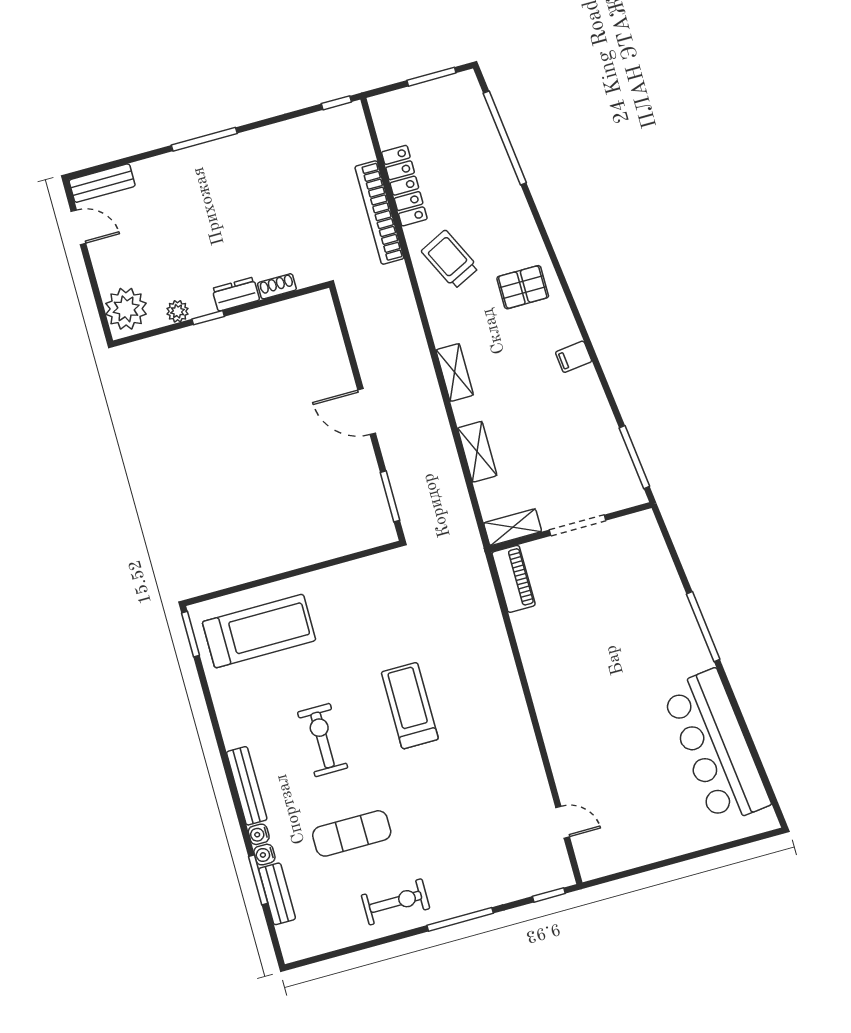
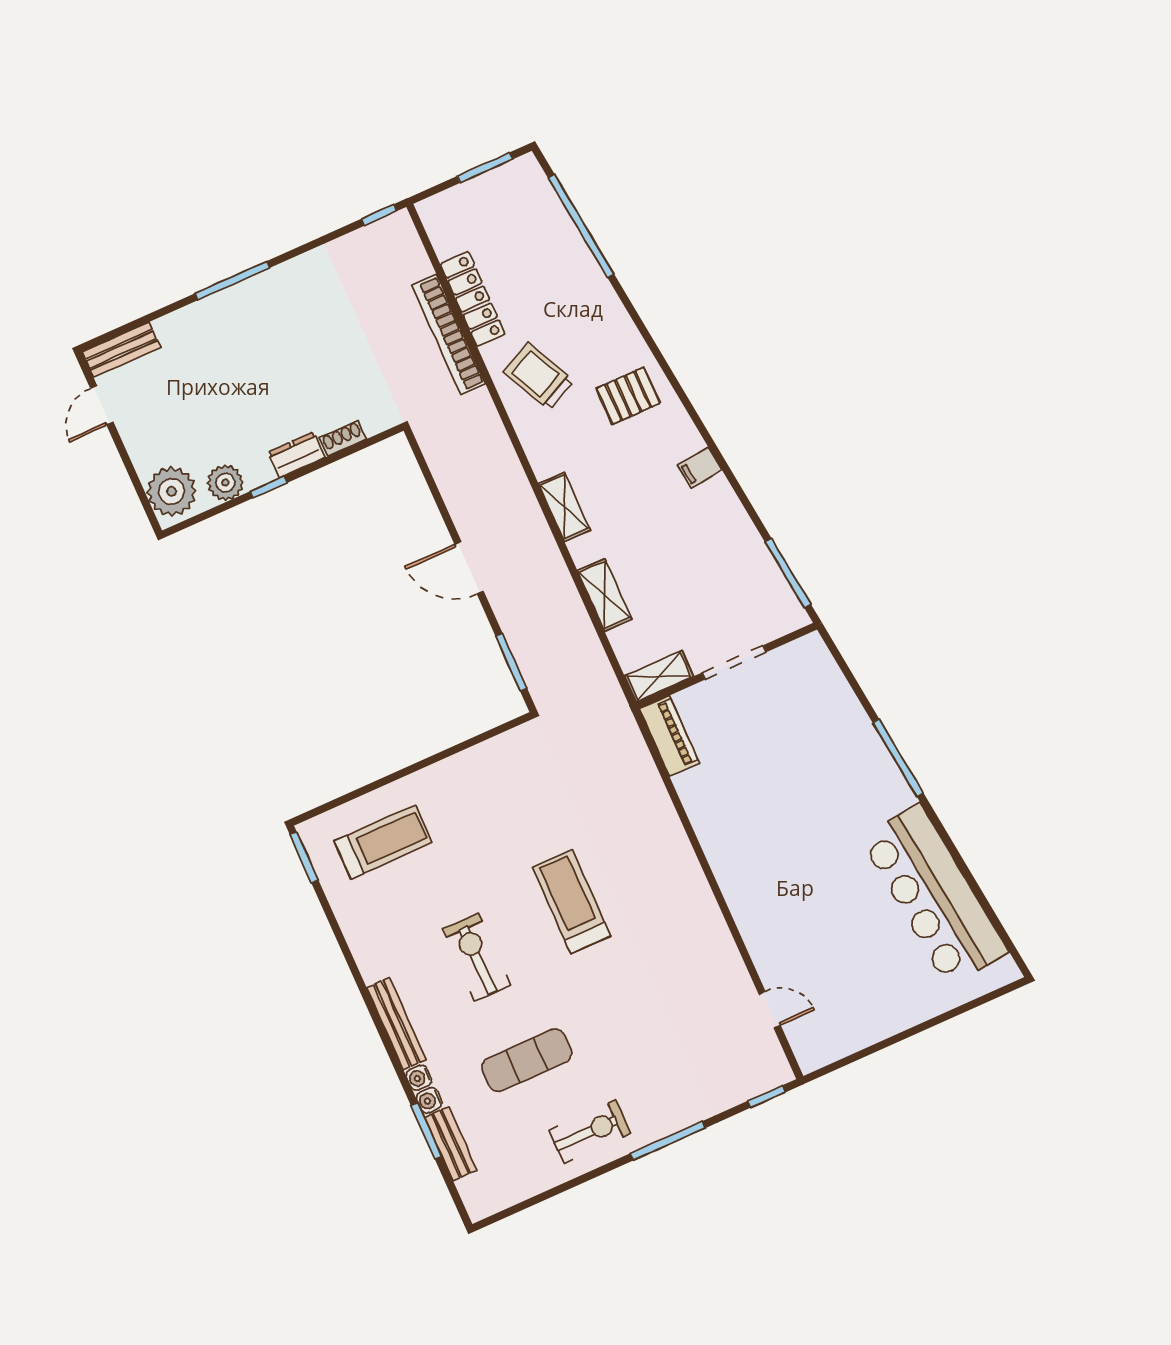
door: (78, 227) -> (102, 405), swing flipped
plant: (178, 311) -> (225, 483), width x1.38, depth x1.38
treadmill: (259, 631) -> (383, 842), width x0.73, depth x0.73

